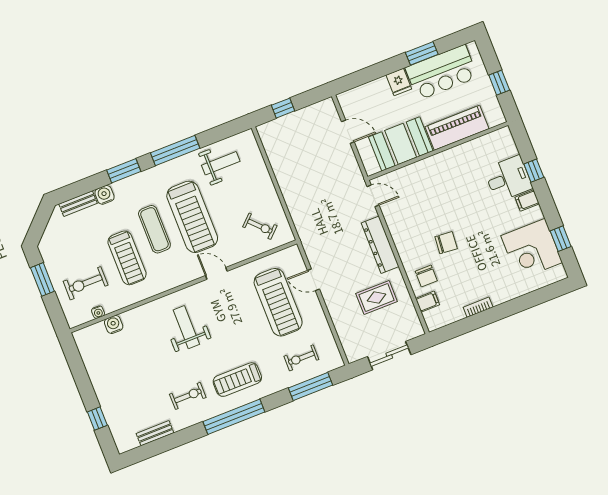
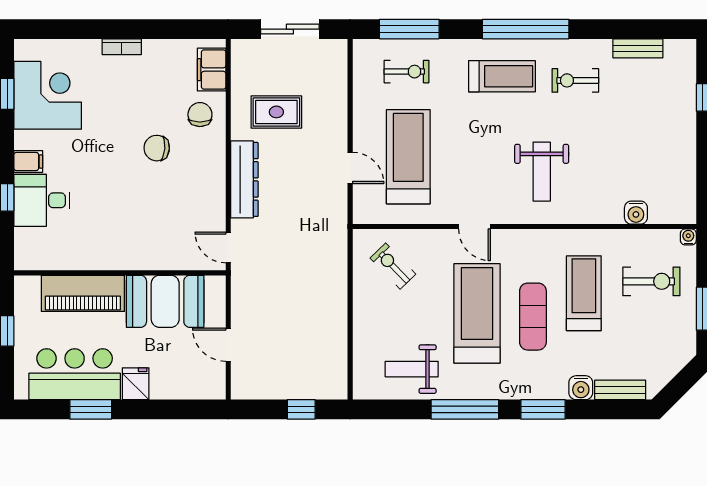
filing cabinet: (427, 302) -> (212, 70), width x2.00
bookcase: (478, 307) -> (122, 47), moved
water cooler: (98, 312) -> (688, 237), moved

